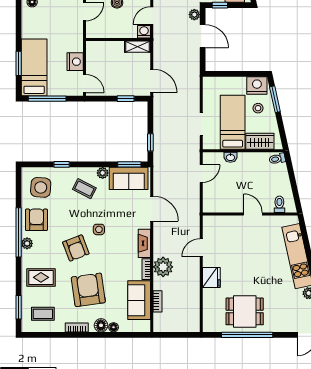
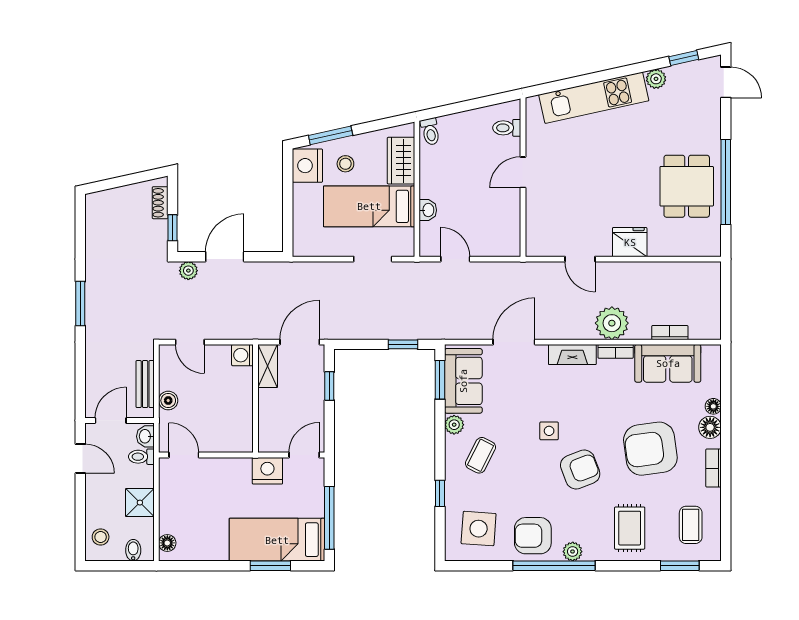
washing machine: (144, 32) -> (242, 355), moved
wall: (118, 39) -> (256, 399), moved
shelving: (138, 47) -> (268, 366), moved

